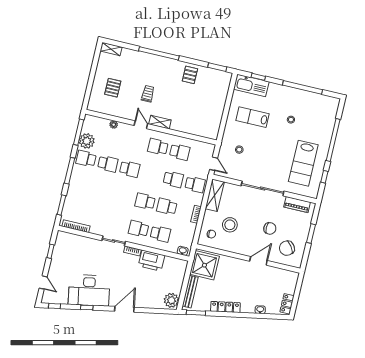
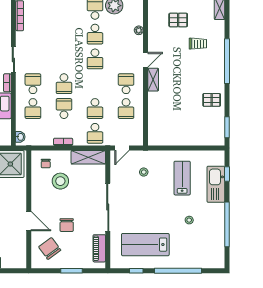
kitchen sink: (251, 85) -> (216, 184), moved
trolley: (148, 94) -> (198, 44), moved
school desk: (145, 201) -> (64, 84), turned 180

